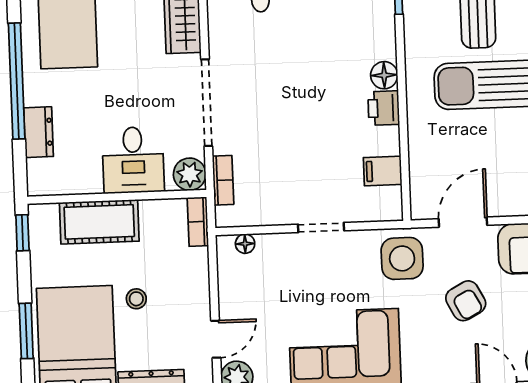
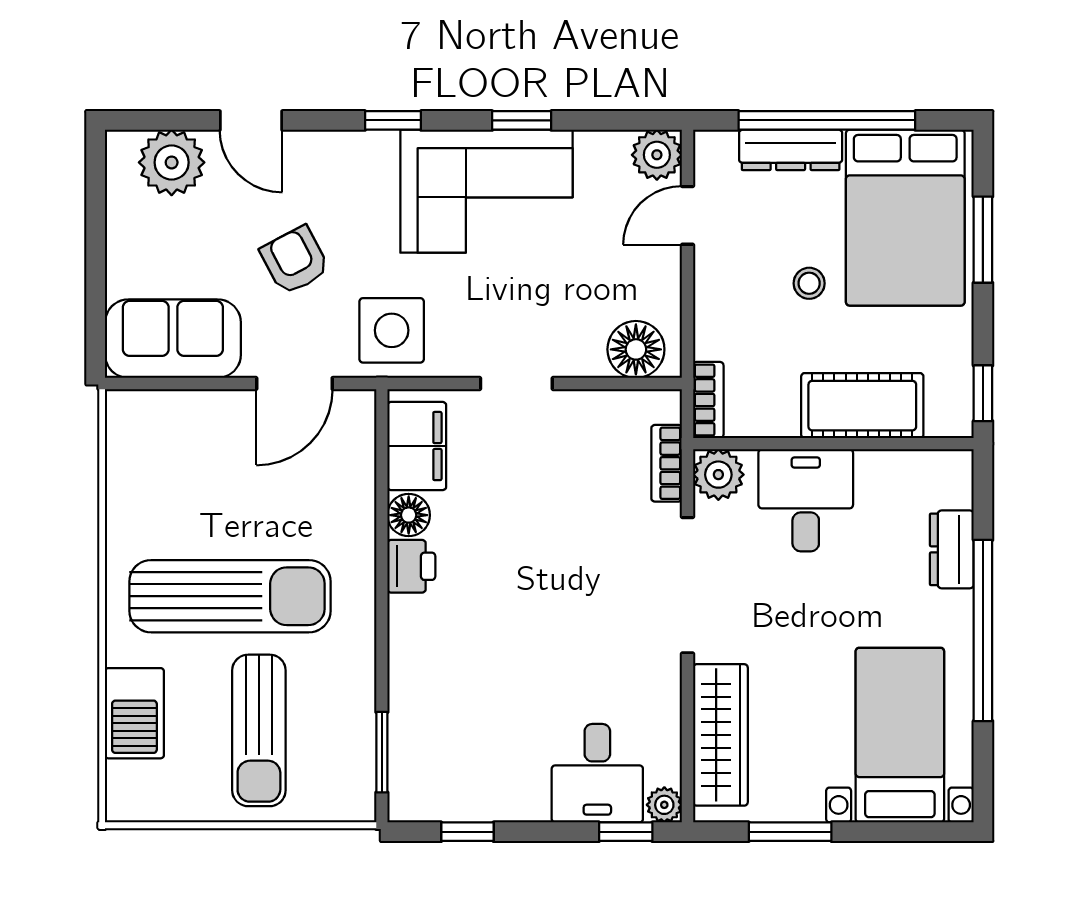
floor lamp: (384, 75) -> (409, 515), moved
filing cabinet: (383, 171) -> (417, 446), width x2.00
floor lamp: (245, 244) -> (636, 349), width x1.89, depth x1.89

